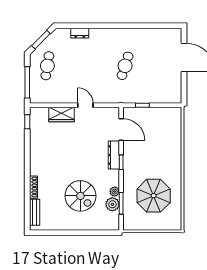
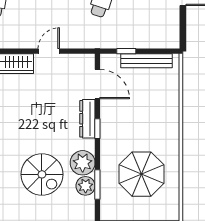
door: (85, 105) -> (49, 51), hinge flipped
bench: (157, 112) -> (146, 61), added
plant: (115, 192) -> (83, 163), width x1.88, depth x1.88

